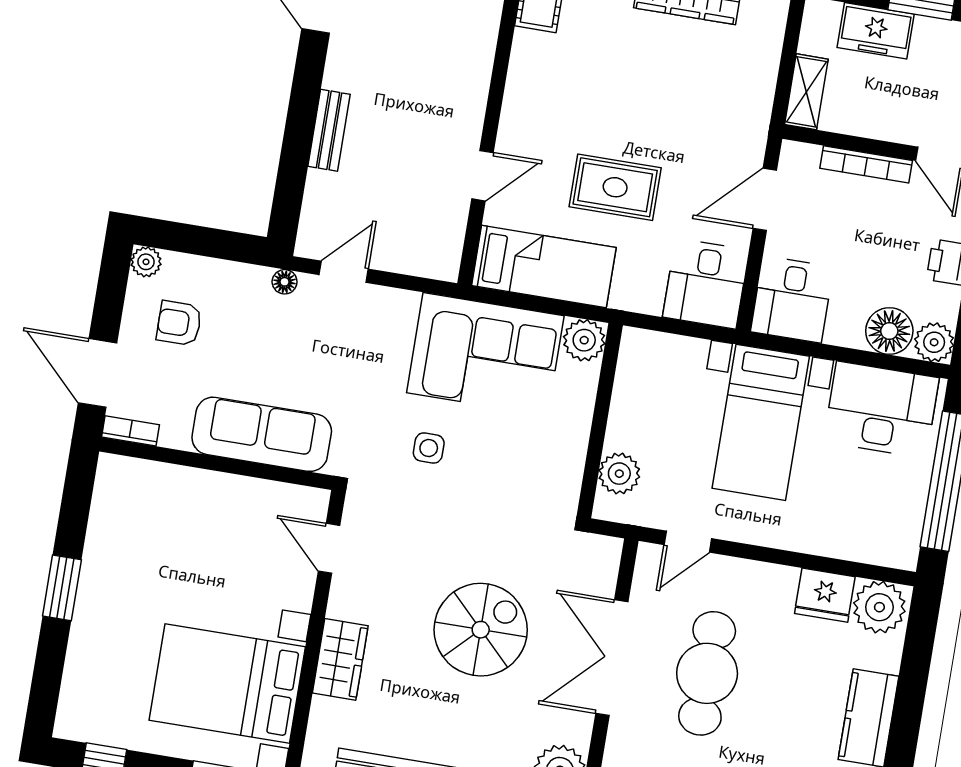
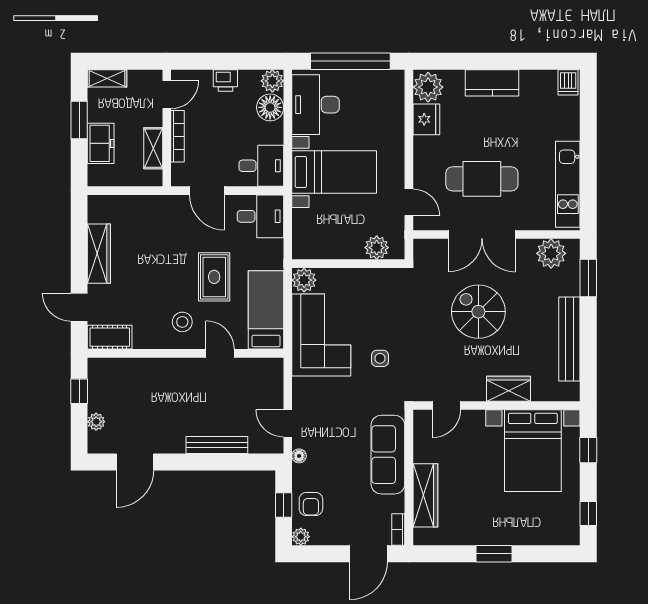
shelving: (806, 92) -> (153, 148), moved, turned 90
stool: (547, 120) -> (182, 322), added
bench: (329, 130) -> (217, 445), width x1.36
window: (205, 241) -> (284, 505), added
armchair: (179, 323) -> (311, 504), moved
wardrobe: (181, 487) -> (425, 495), added

